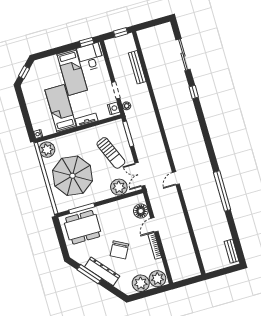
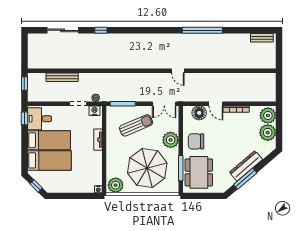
bed: (61, 108) -> (49, 160), moved, turned 180
plant: (119, 187) -> (171, 140), moved
chair: (119, 250) -> (196, 141), moved, turned 152

